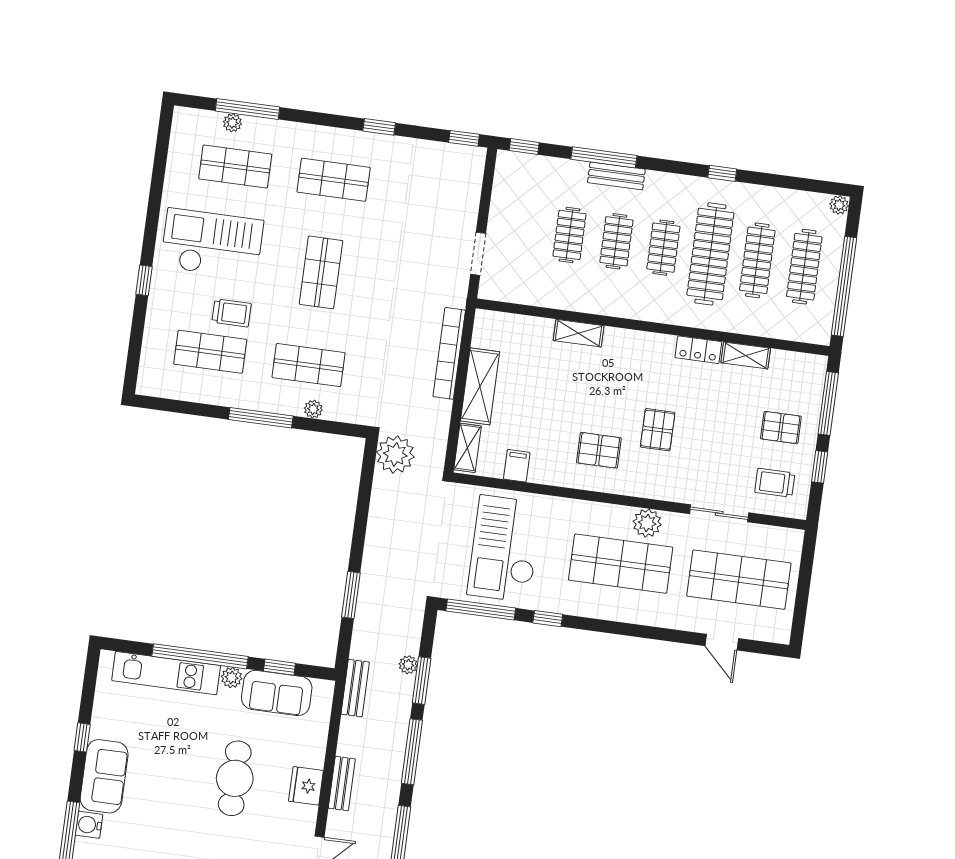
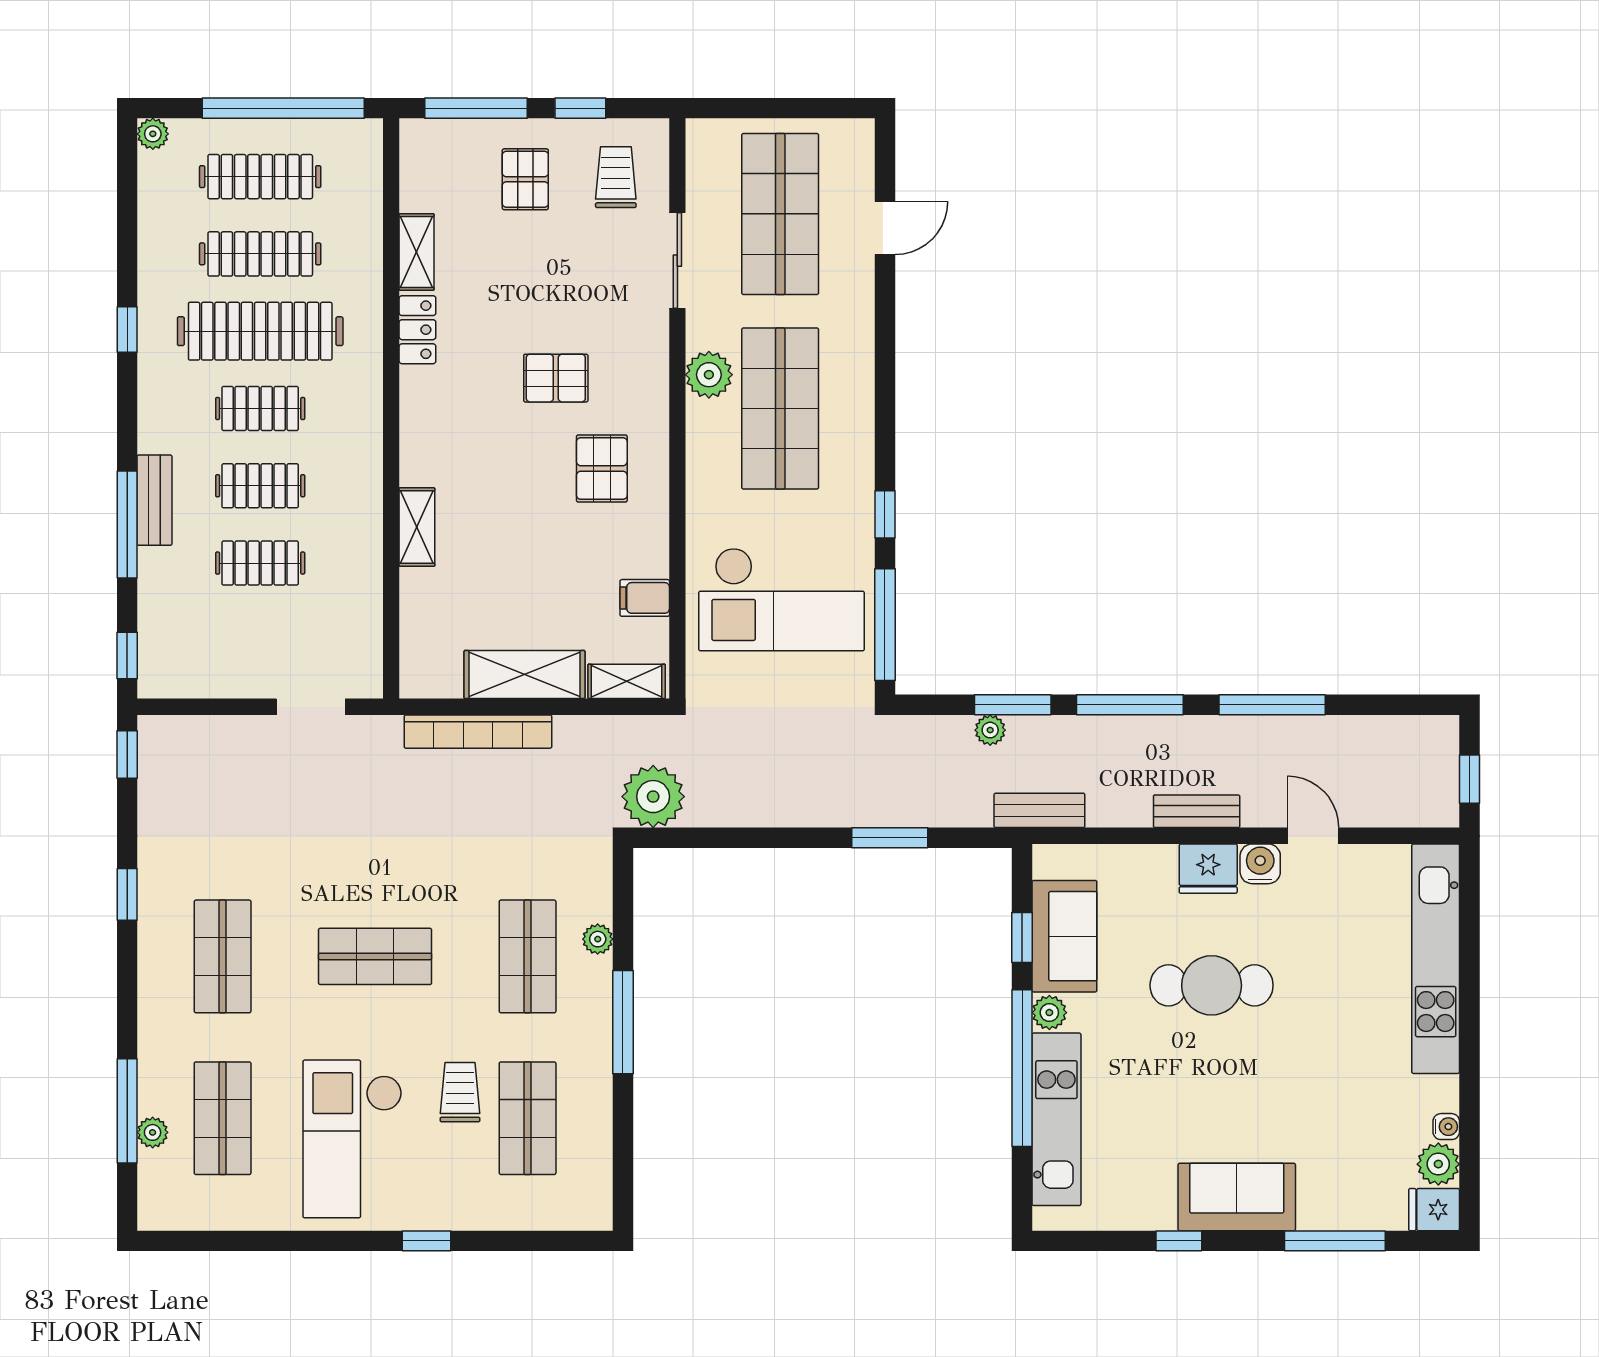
trolley: (775, 483) -> (616, 177), turned 180
water cooler: (89, 825) -> (1260, 864), moved, turned 180

